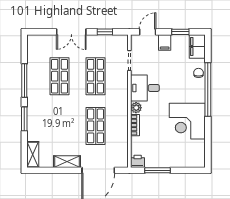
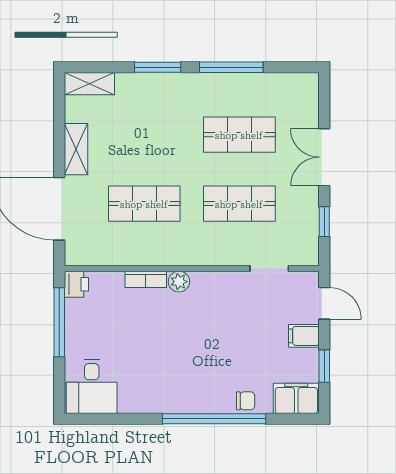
desk: (145, 88) -> (92, 386), moved, turned 180
corner desk: (187, 121) -> (153, 379), removed
window: (157, 170) -> (59, 322), width x1.44

